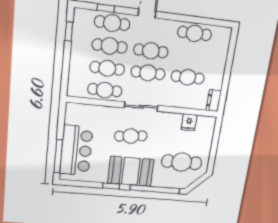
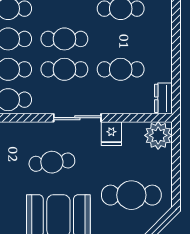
sliding door: (141, 107) -> (77, 118), moved
fridge: (189, 122) -> (111, 134), moved
plant: (206, 125) -> (158, 135), added

